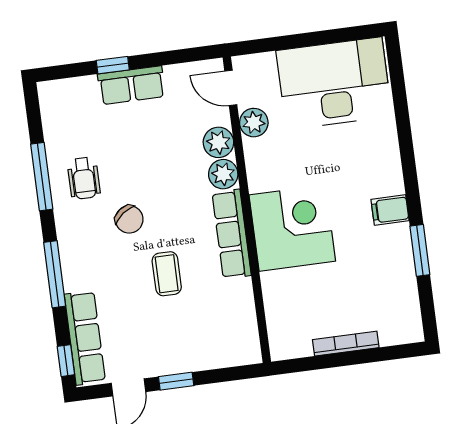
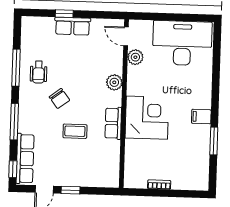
plant: (218, 142) -> (115, 65), removed
row of seats: (232, 234) -> (113, 123), width x0.68
coffee table: (167, 274) -> (75, 131), turned 90
bookcase: (346, 344) -> (159, 185), width x0.64

